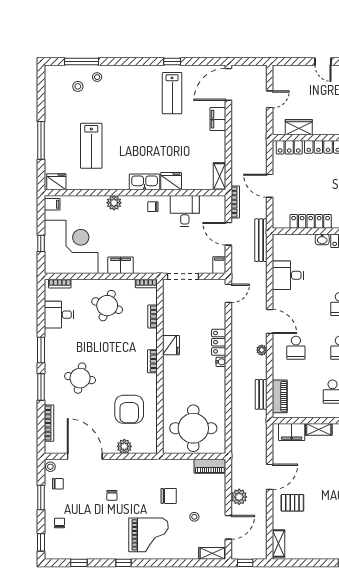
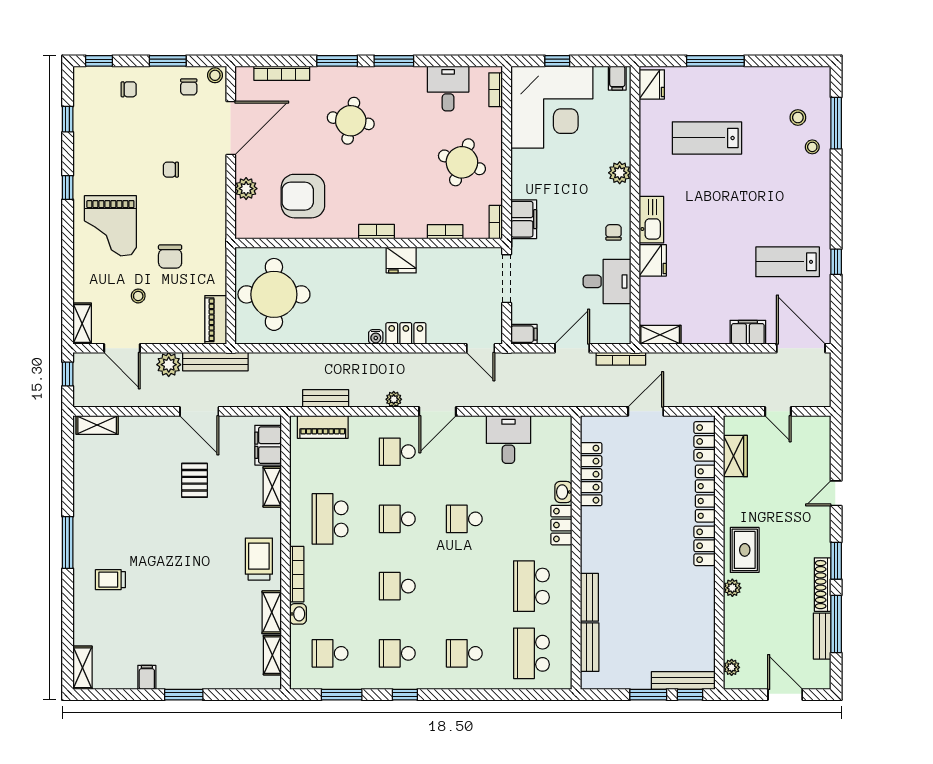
bench: (261, 240) -> (215, 362), moved
filing cabinet: (121, 265) -> (524, 219), moved
pallet: (292, 503) -> (195, 480), moved

